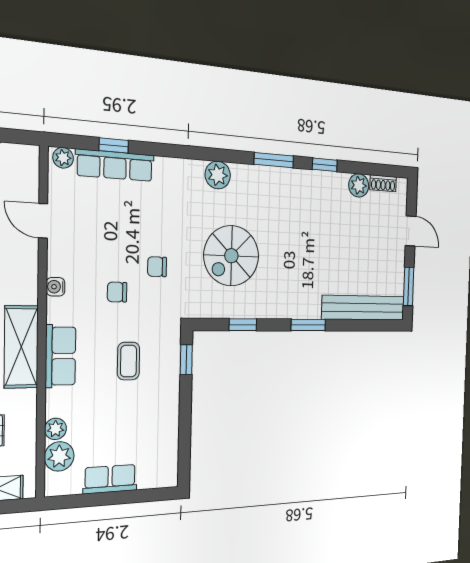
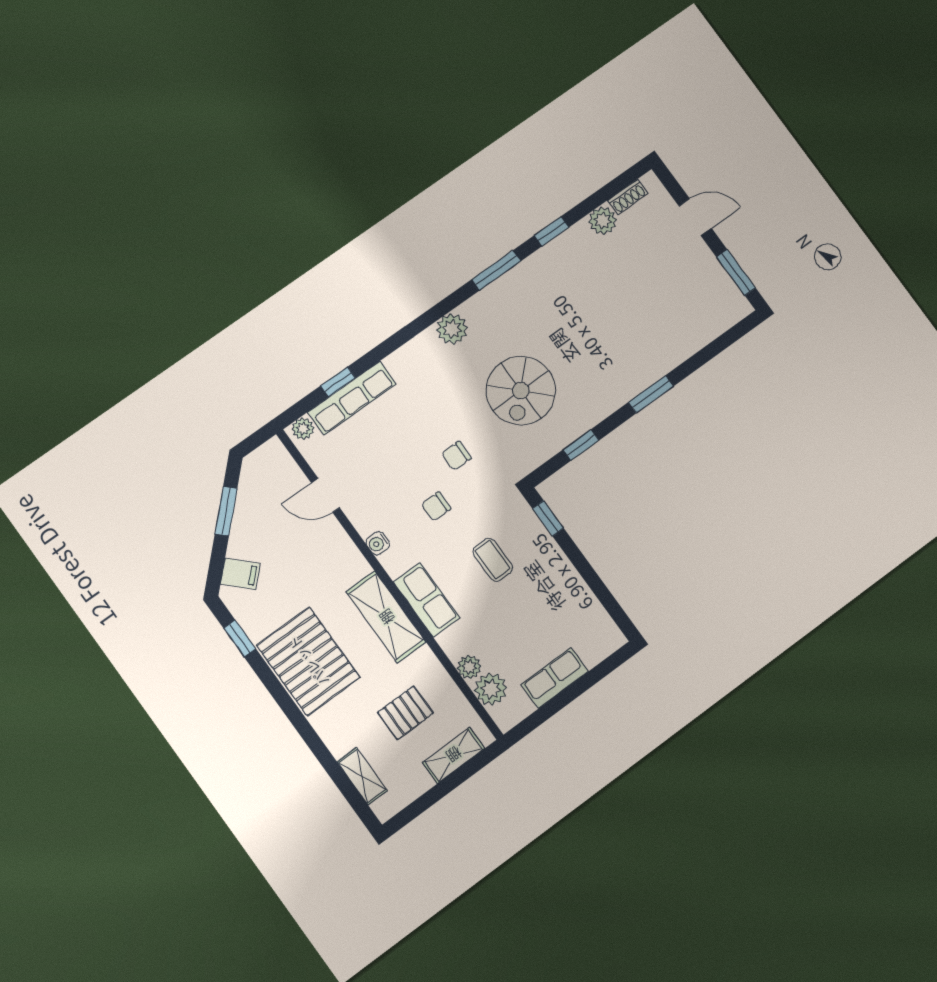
bench: (364, 308) -> (700, 332), removed

